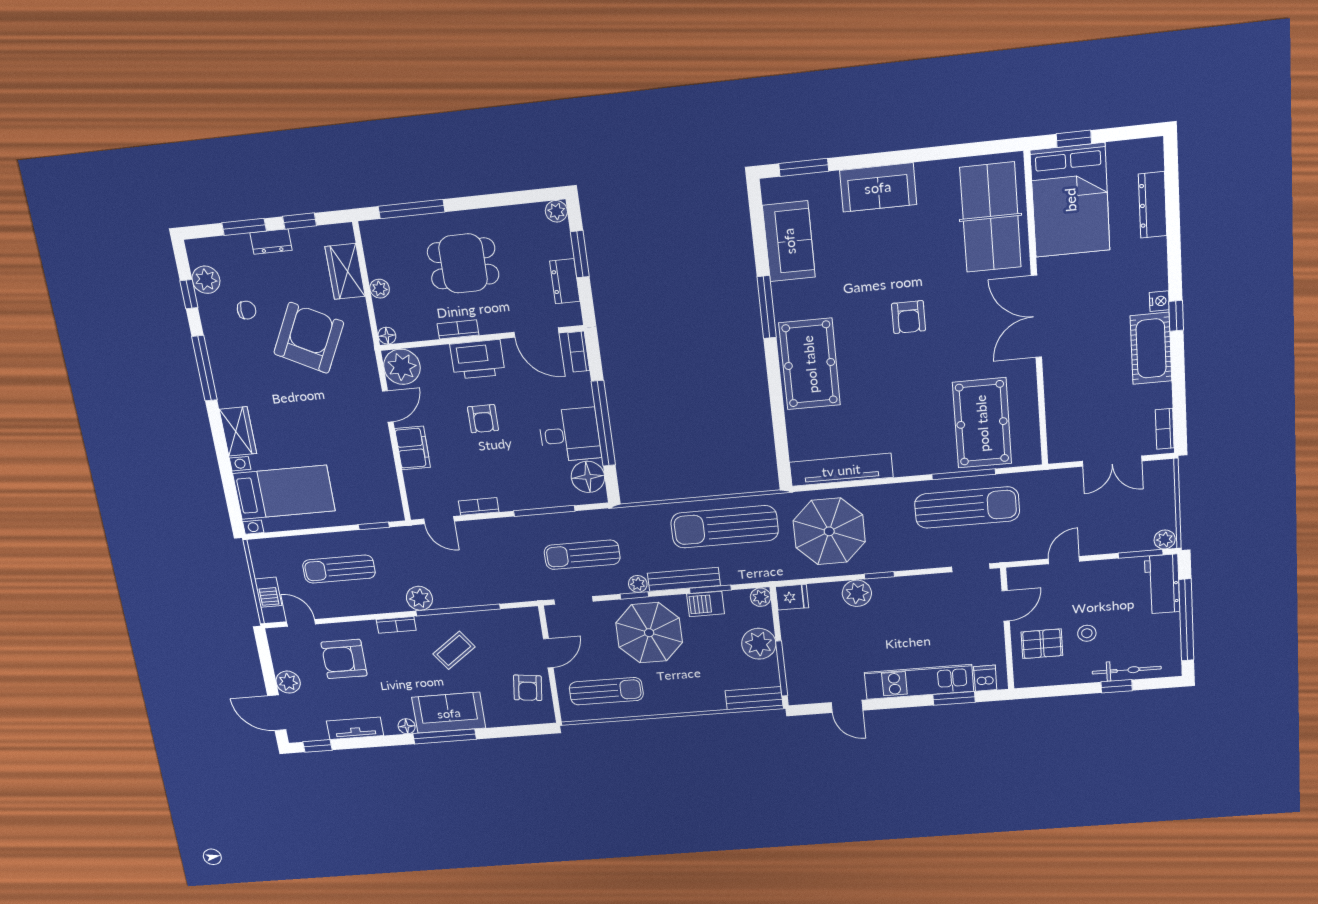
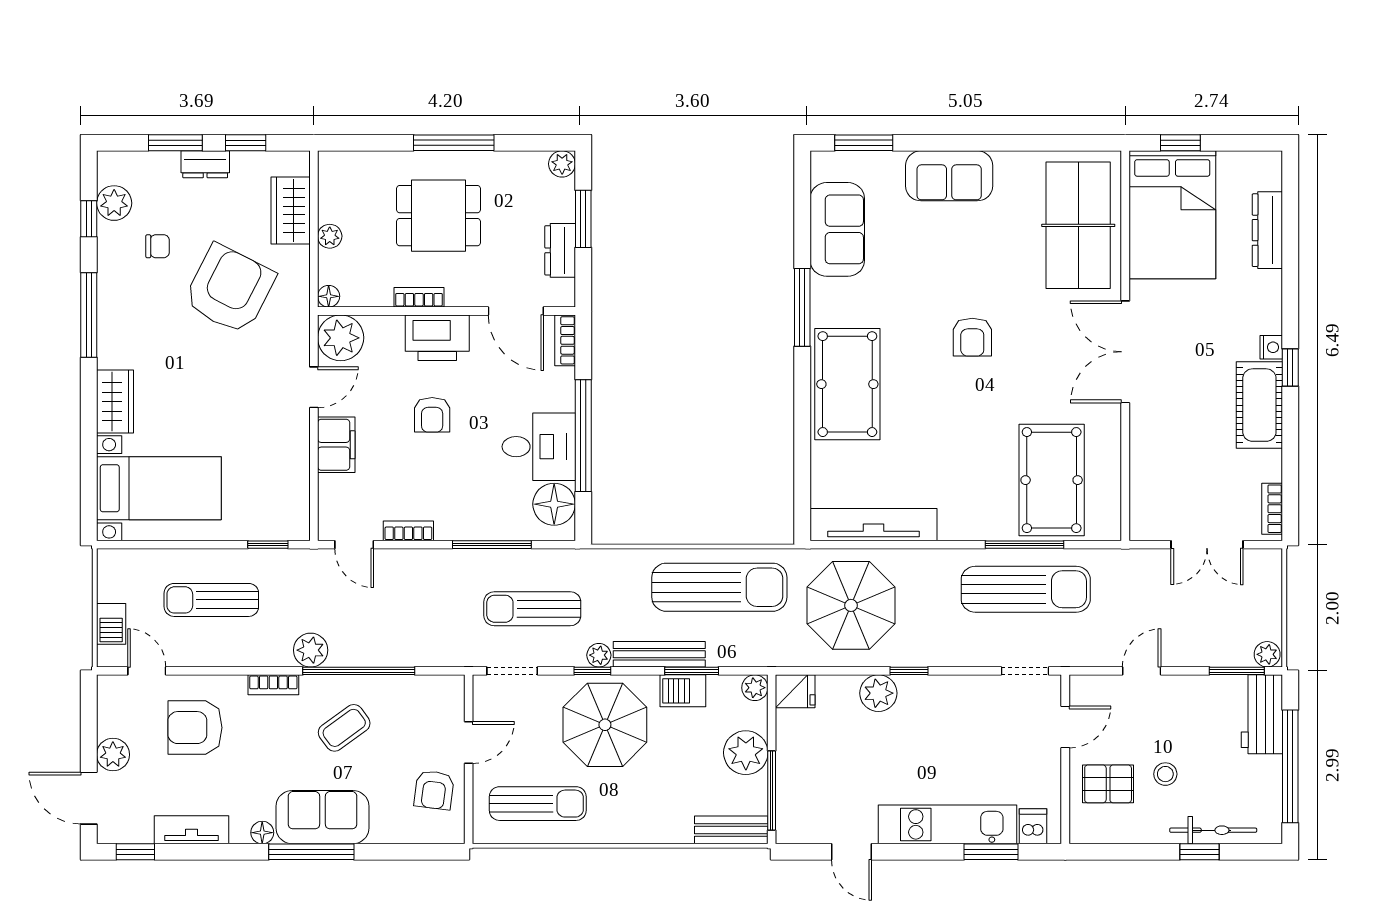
window: (412, 209) -> (454, 143), moved
sun lounger: (725, 527) -> (719, 587), turned 180

